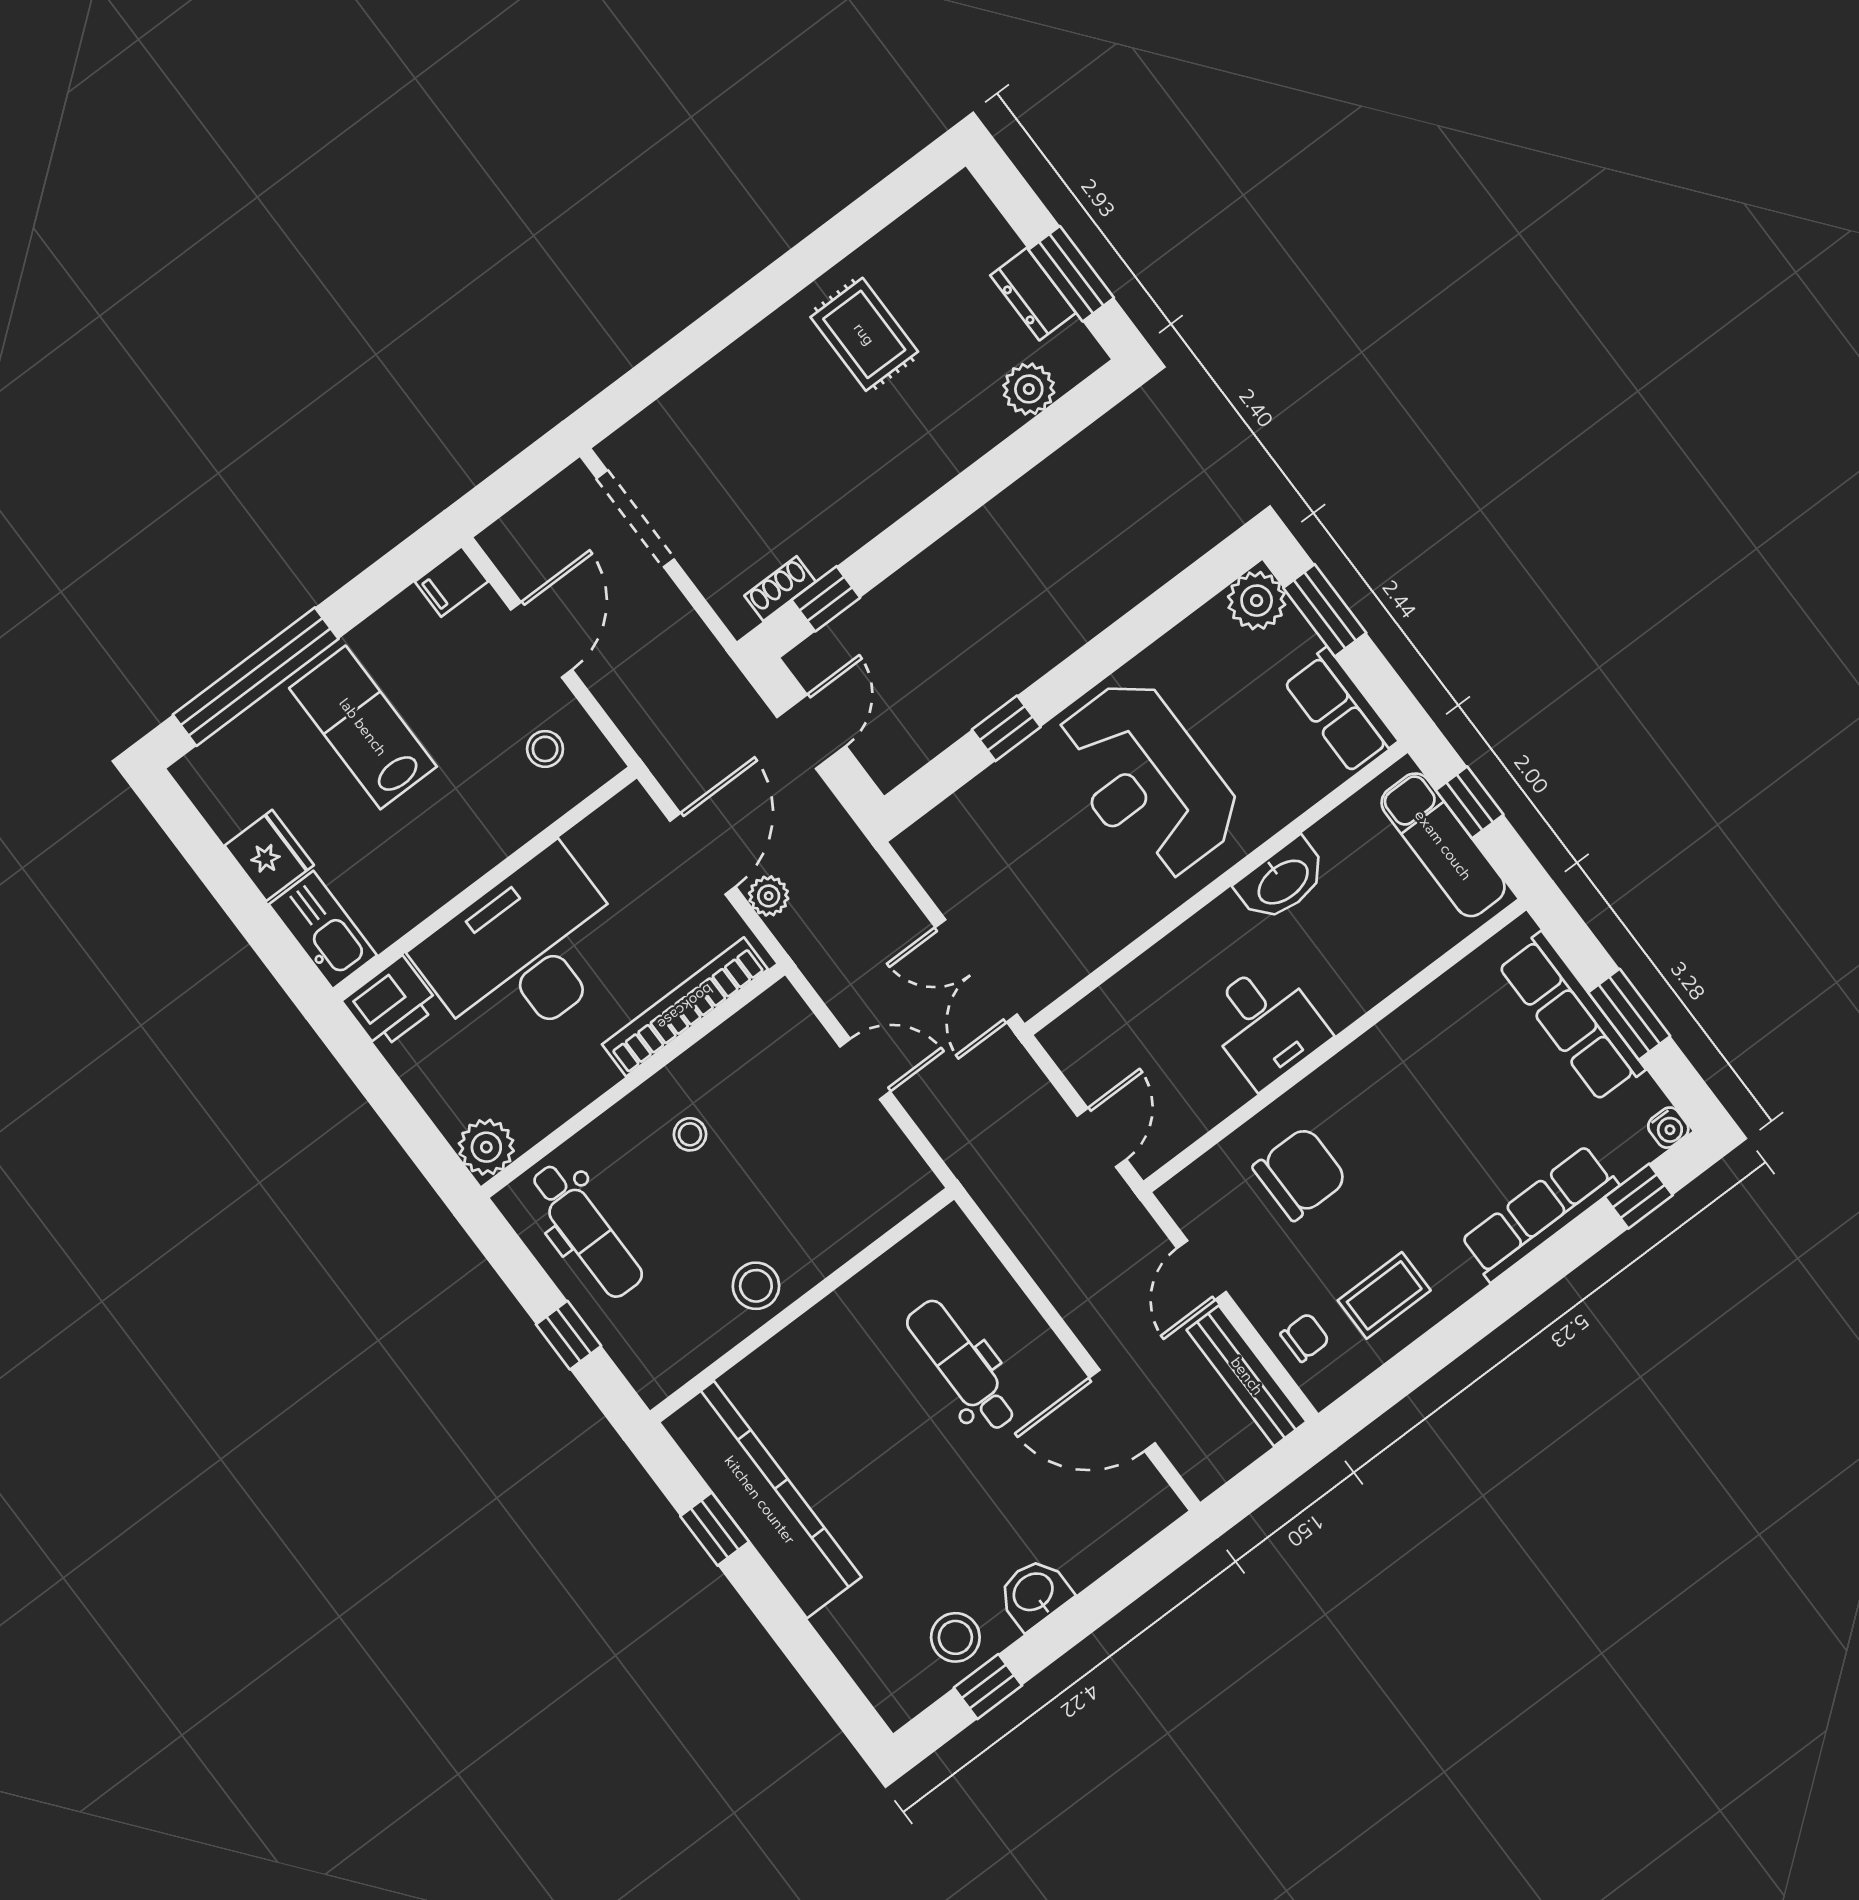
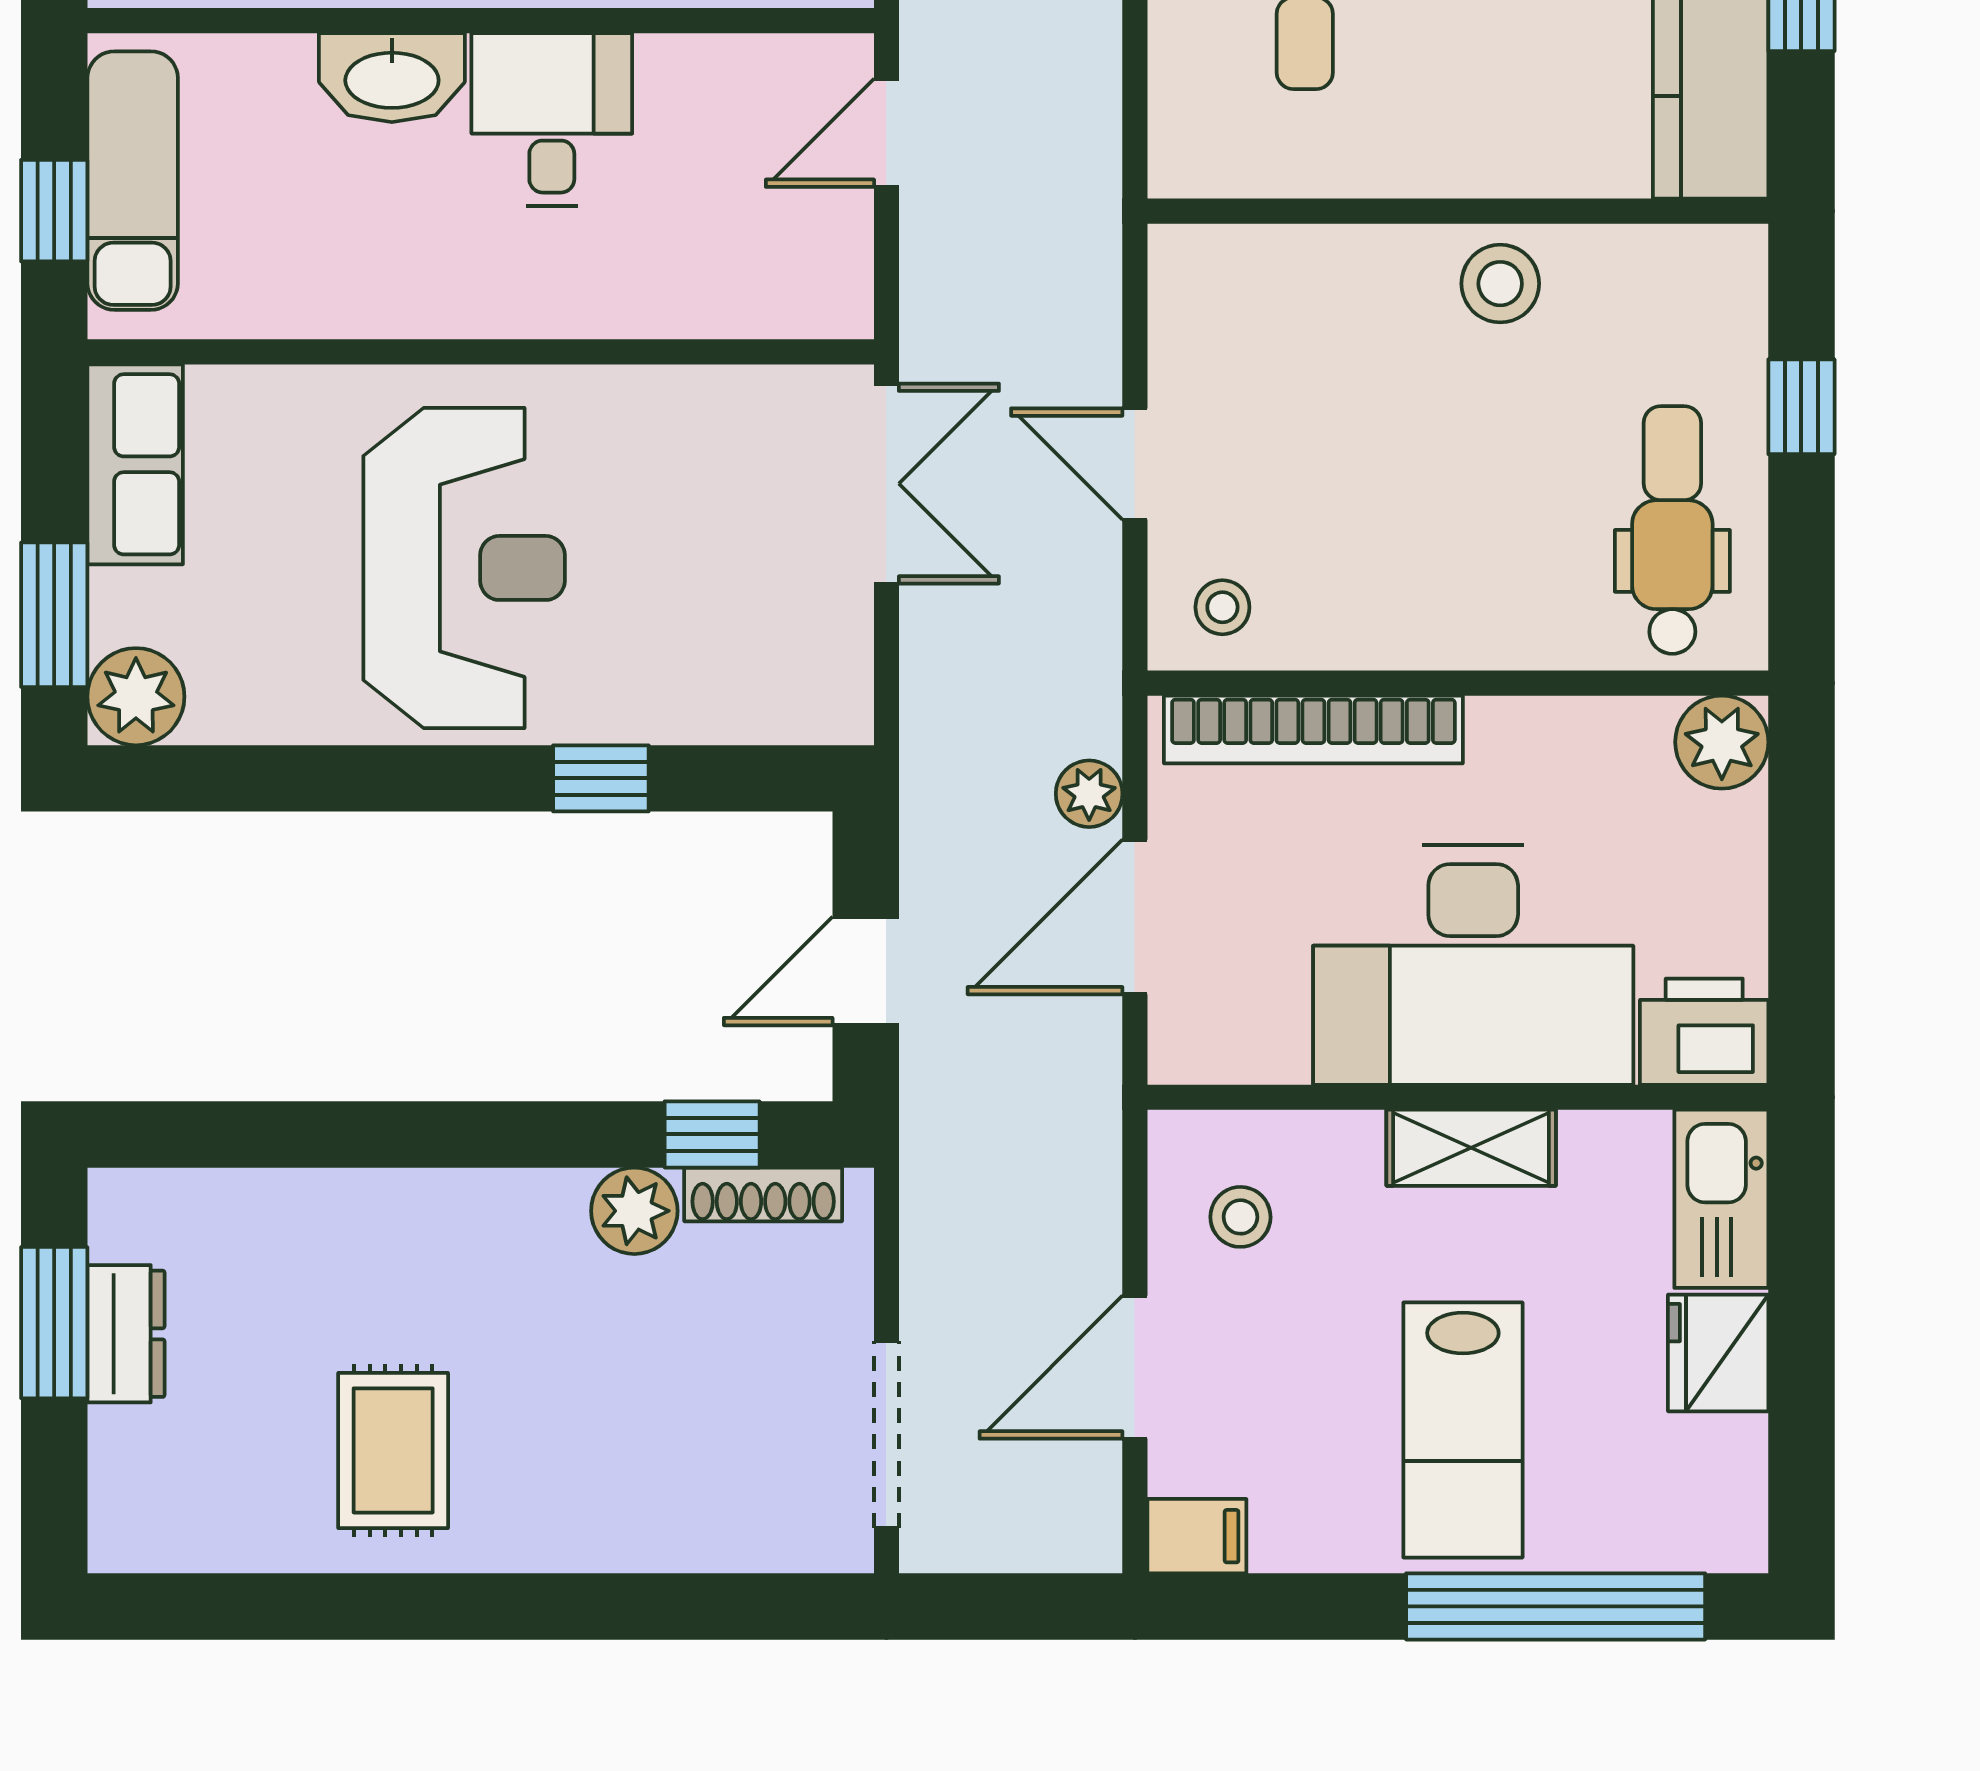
plant: (1029, 389) -> (634, 1211), moved
shoe rack: (780, 589) -> (763, 1194), width x1.43
shelving: (460, 865) -> (1471, 1148), added
washbasin: (1282, 881) -> (392, 78), moved, turned 180
stool: (690, 1134) -> (1222, 607), moved

